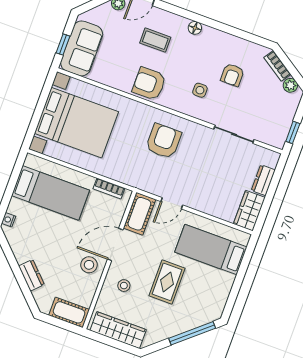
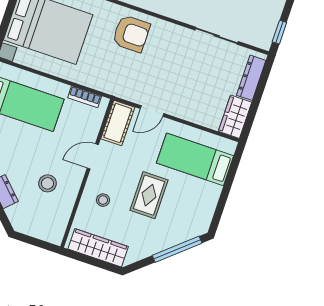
armchair: (163, 141) -> (131, 34), moved, turned 90
dresser: (263, 180) -> (251, 78), width x1.44
door: (115, 244) -> (93, 156), width x0.73
stool: (89, 265) -> (48, 183), moved
cot: (69, 312) -> (45, 230), removed

